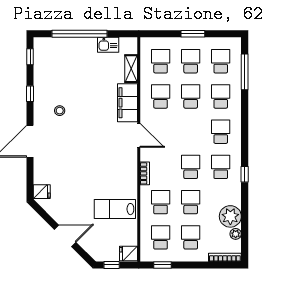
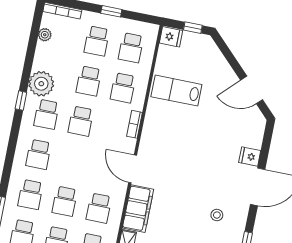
fridge: (42, 192) -> (250, 157), moved
lab bench: (115, 209) -> (176, 91), turned 180
plant: (230, 216) -> (41, 84), moved
door: (65, 236) -> (252, 90), moved
window: (163, 265) -> (111, 11), moved

